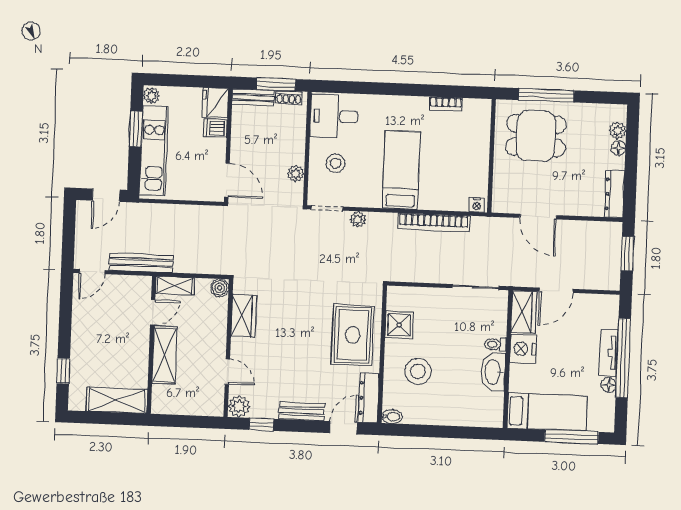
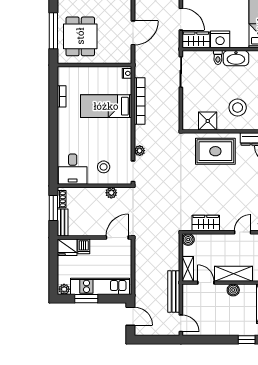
bed: (401, 170) -> (106, 106), moved
boiler: (140, 354) -> (233, 290), added

